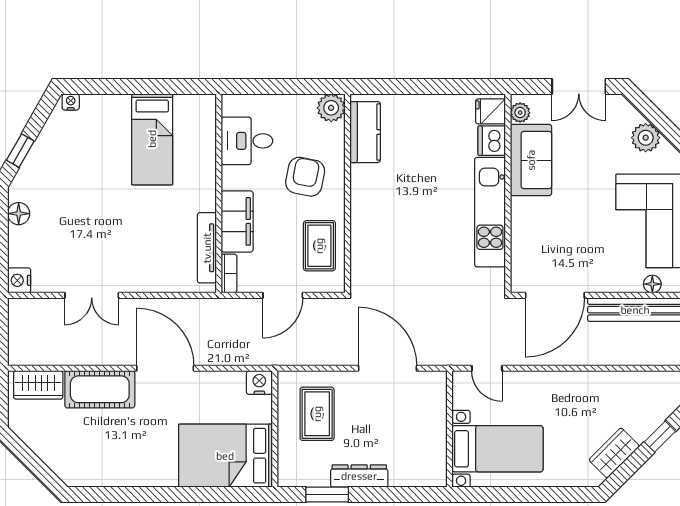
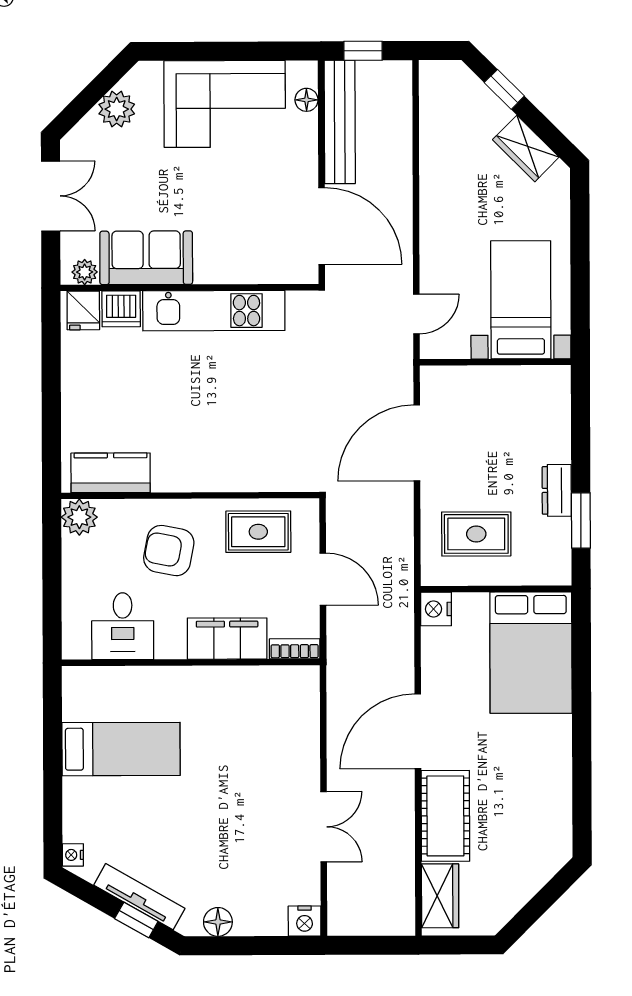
tv unit: (207, 248) -> (139, 897), moved, turned -150
dresser: (359, 476) -> (557, 490), width x0.70

